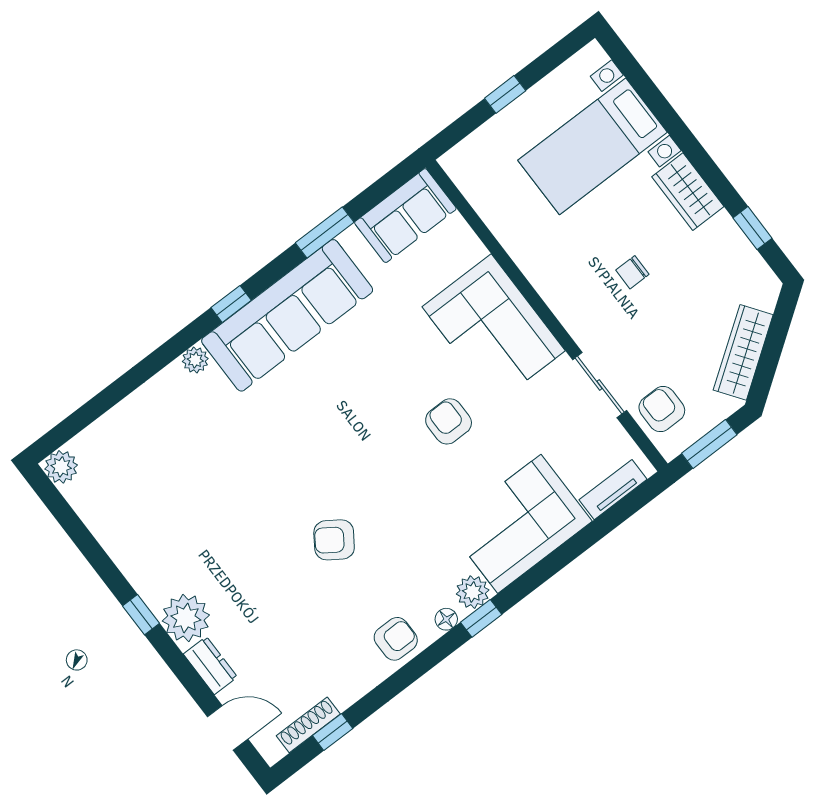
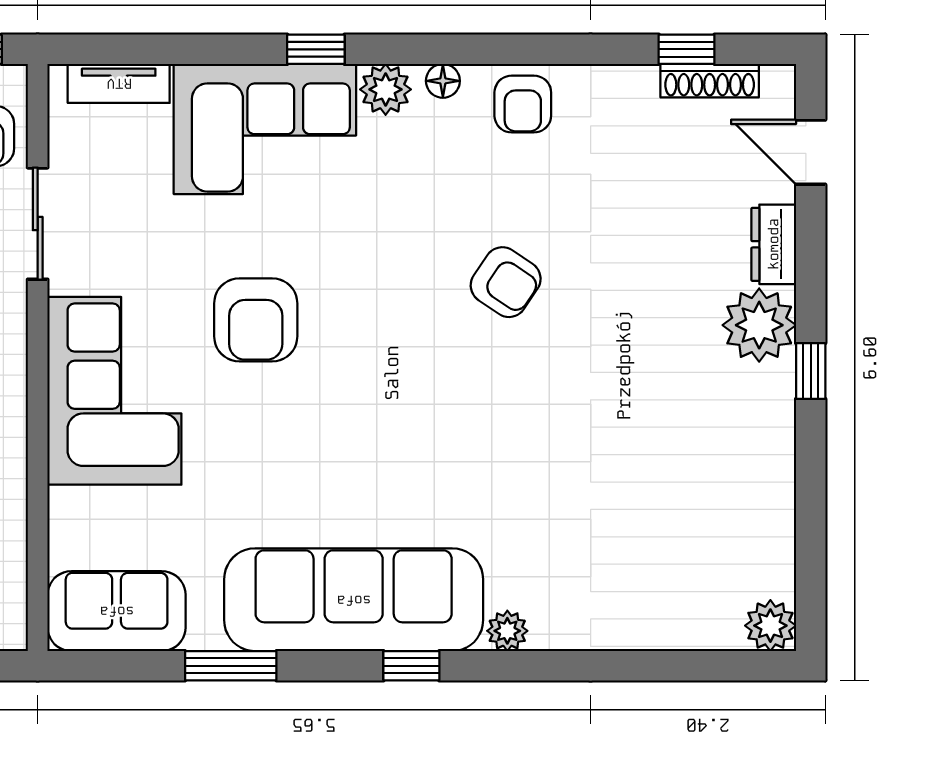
armchair: (449, 421) -> (256, 320), width x1.38, depth x1.38
window: (481, 618) -> (316, 49), moved
armchair: (396, 639) -> (523, 104), turned -90

